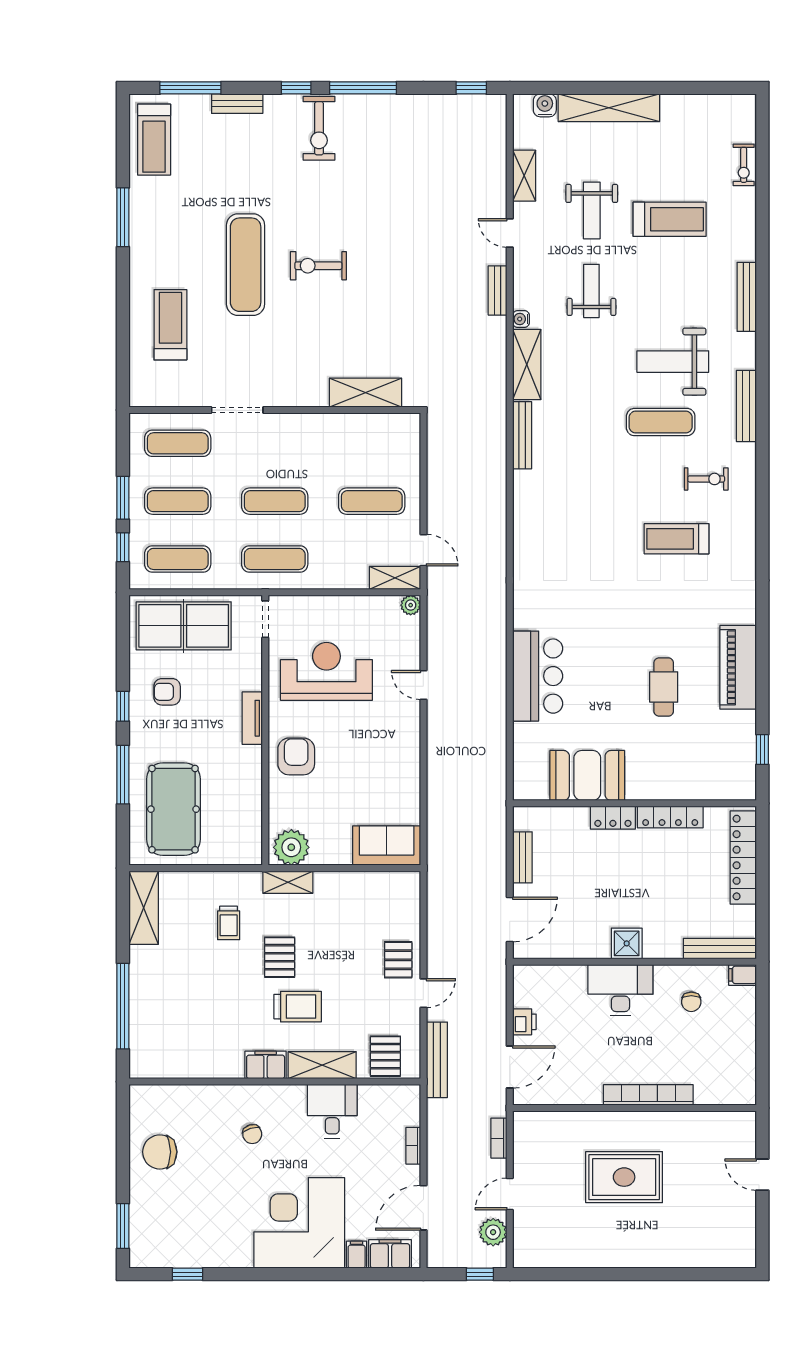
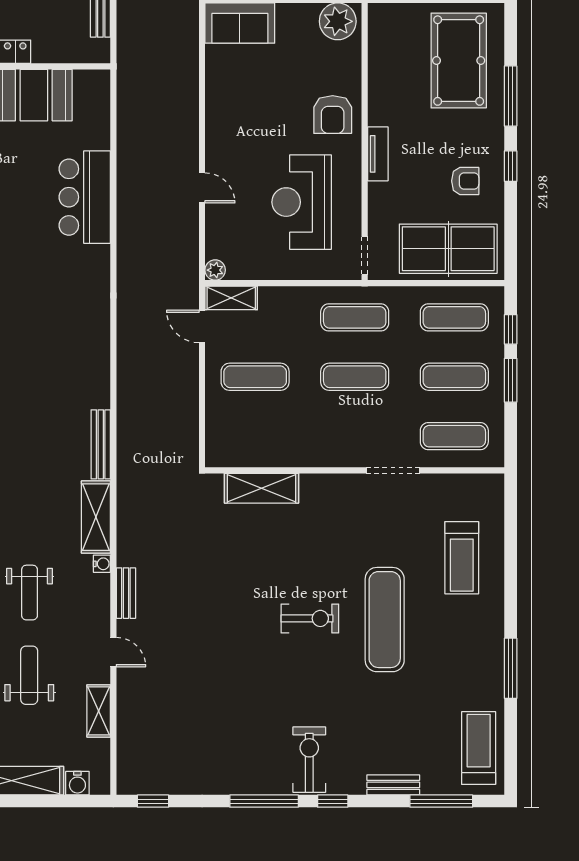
reception desk: (326, 671) -> (302, 202), turned 90

